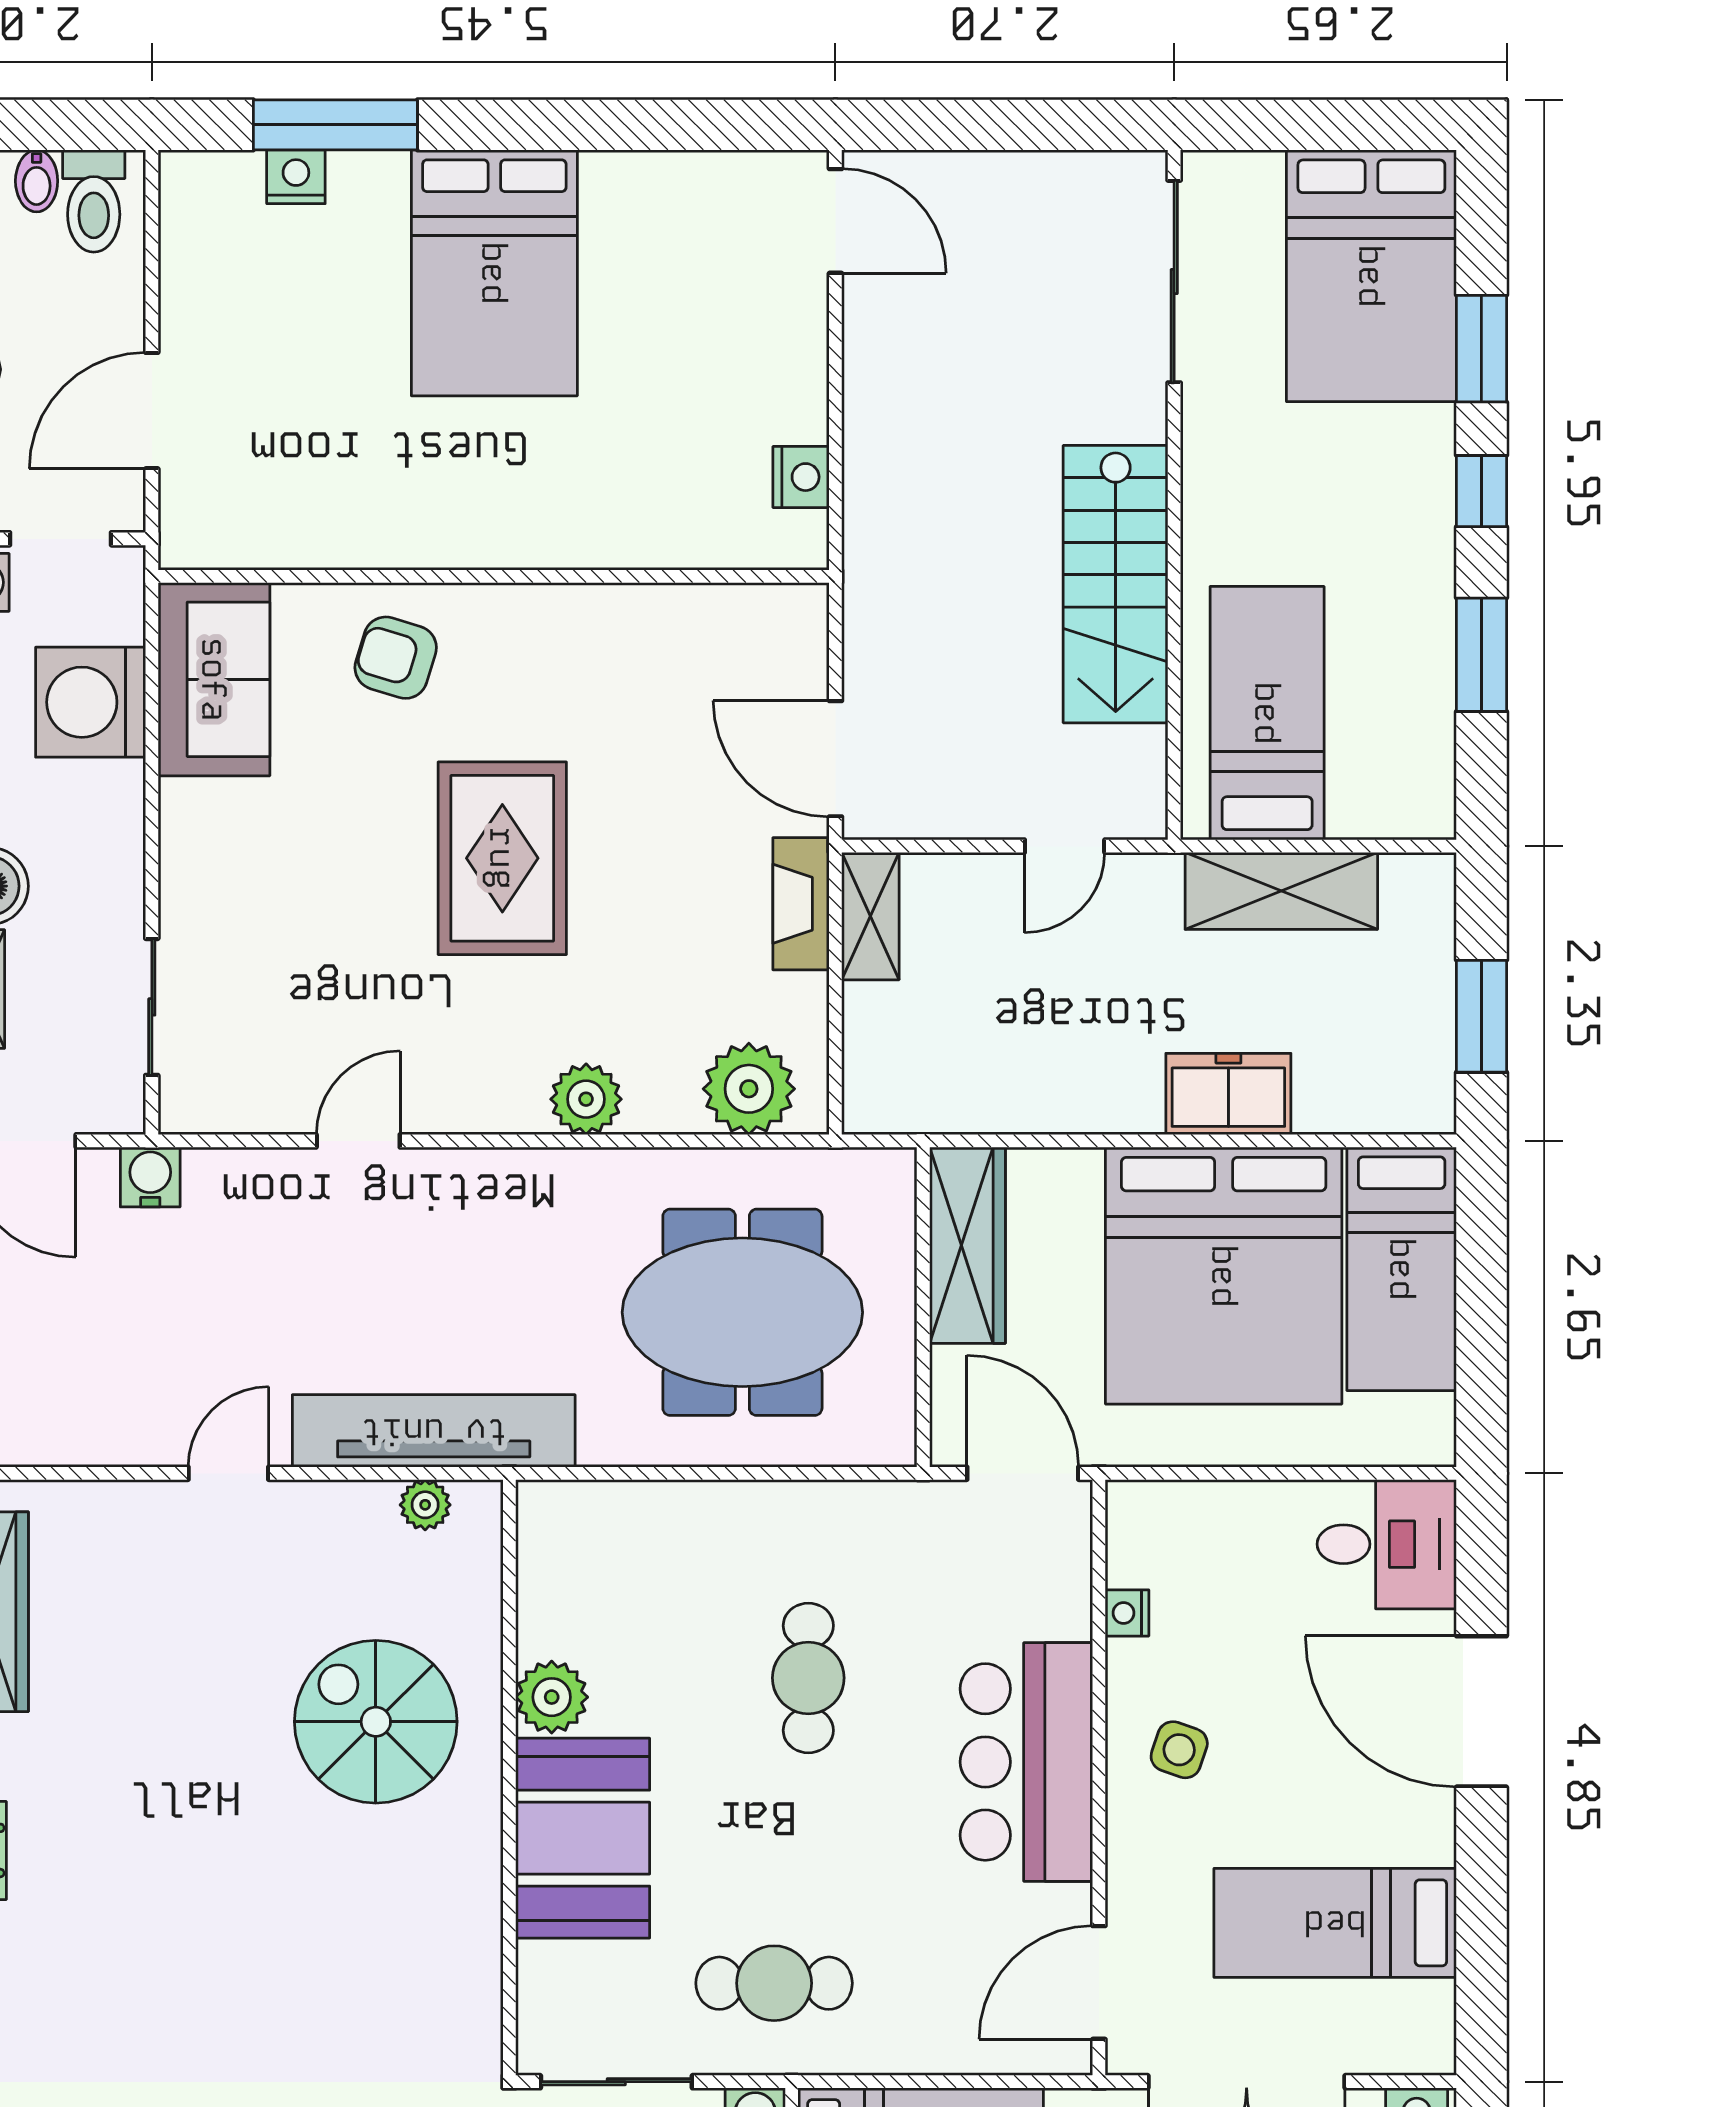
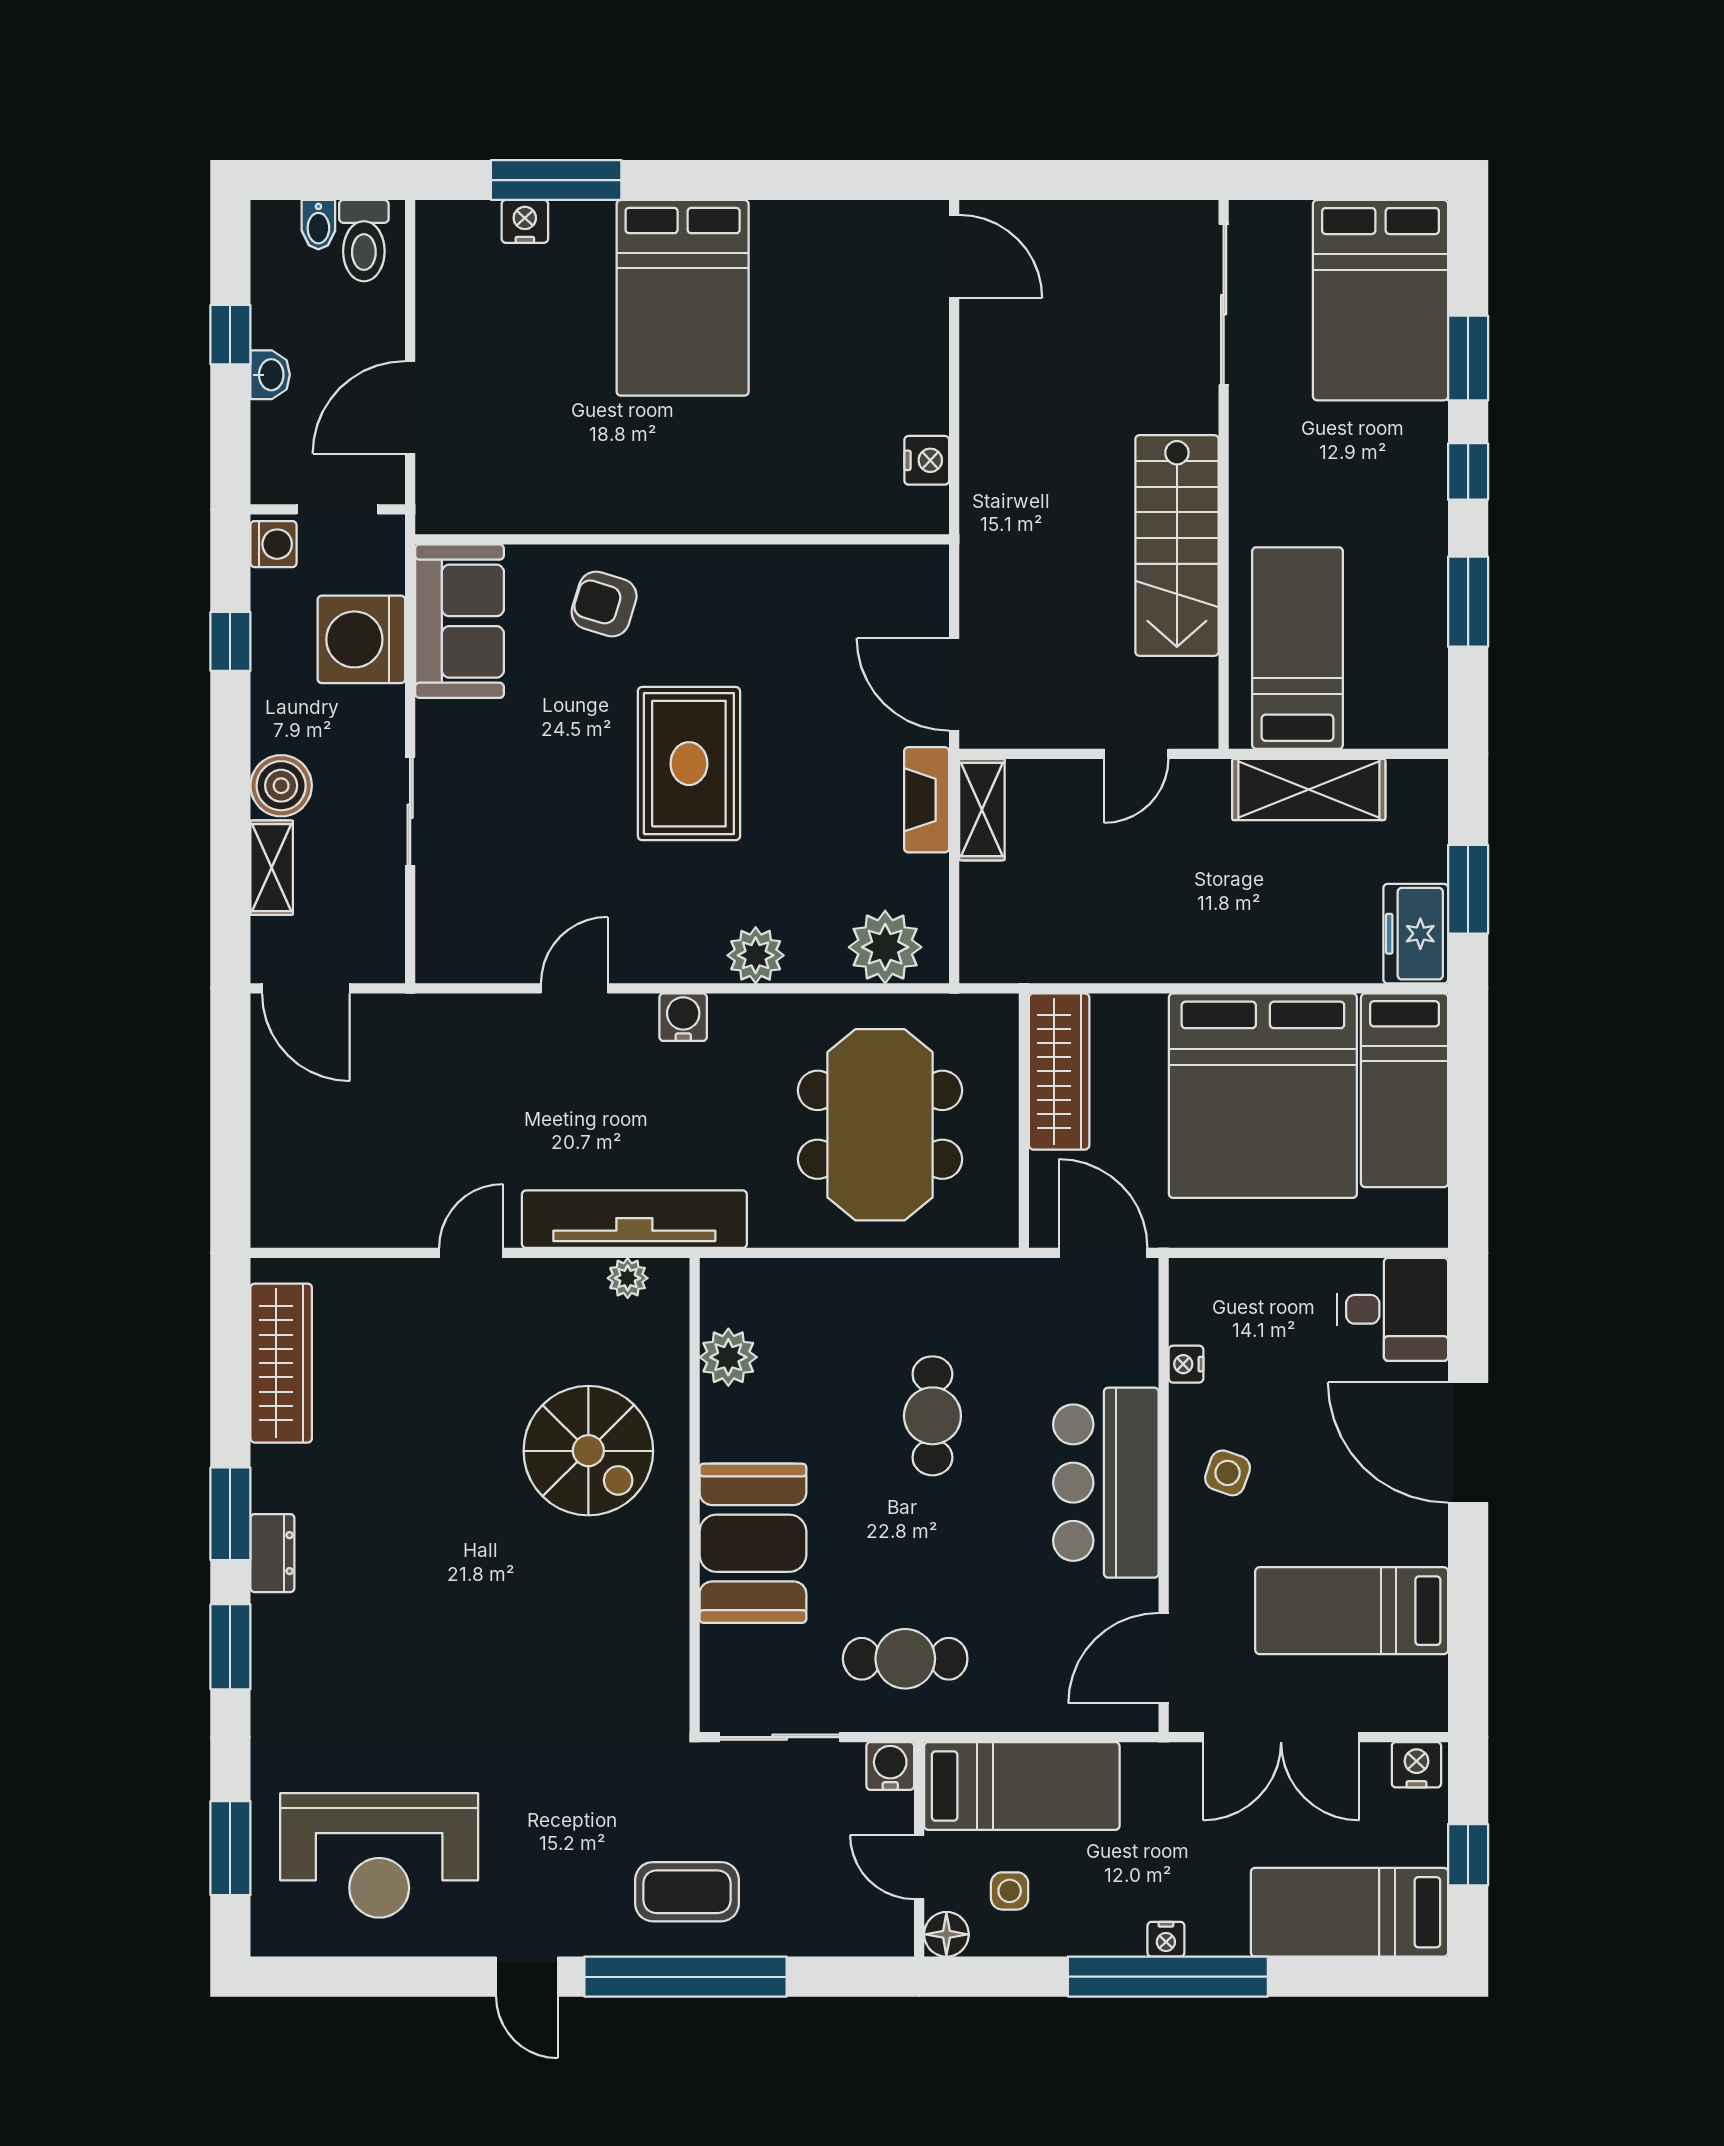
sliding door: (152, 1007) -> (410, 811), moved
freezer: (1228, 1094) -> (1416, 934), moved, turned -90
water cooler: (150, 1177) -> (683, 1017), moved
meeting table: (742, 1312) -> (880, 1125), turned 90
plant: (552, 1697) -> (728, 1357), moved
spiral stairs: (376, 1722) -> (588, 1451), turned 180

